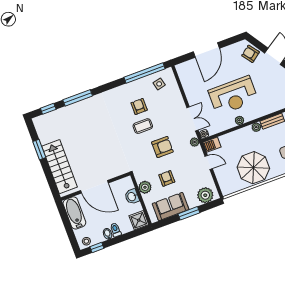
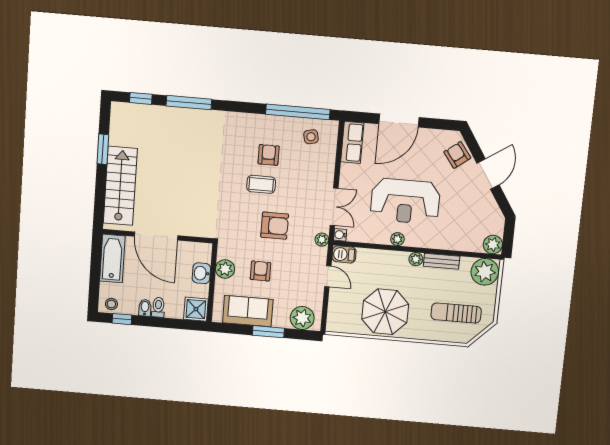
row of seats: (185, 76) -> (352, 142), added

